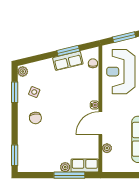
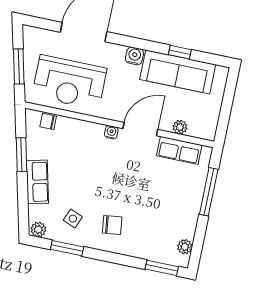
row of seats: (68, 61) -> (37, 182), moved
door: (100, 123) -> (140, 129), swing flipped
row of seats: (85, 165) -> (179, 150), moved, turned -90
plant: (65, 167) -> (185, 247), moved

